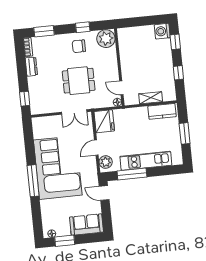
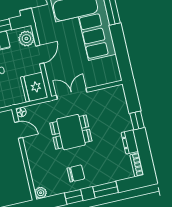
window: (44, 31) -> (105, 190), moved
plant: (106, 39) -> (41, 193), width x0.53, depth x0.53
window: (25, 99) -> (137, 120), moved

